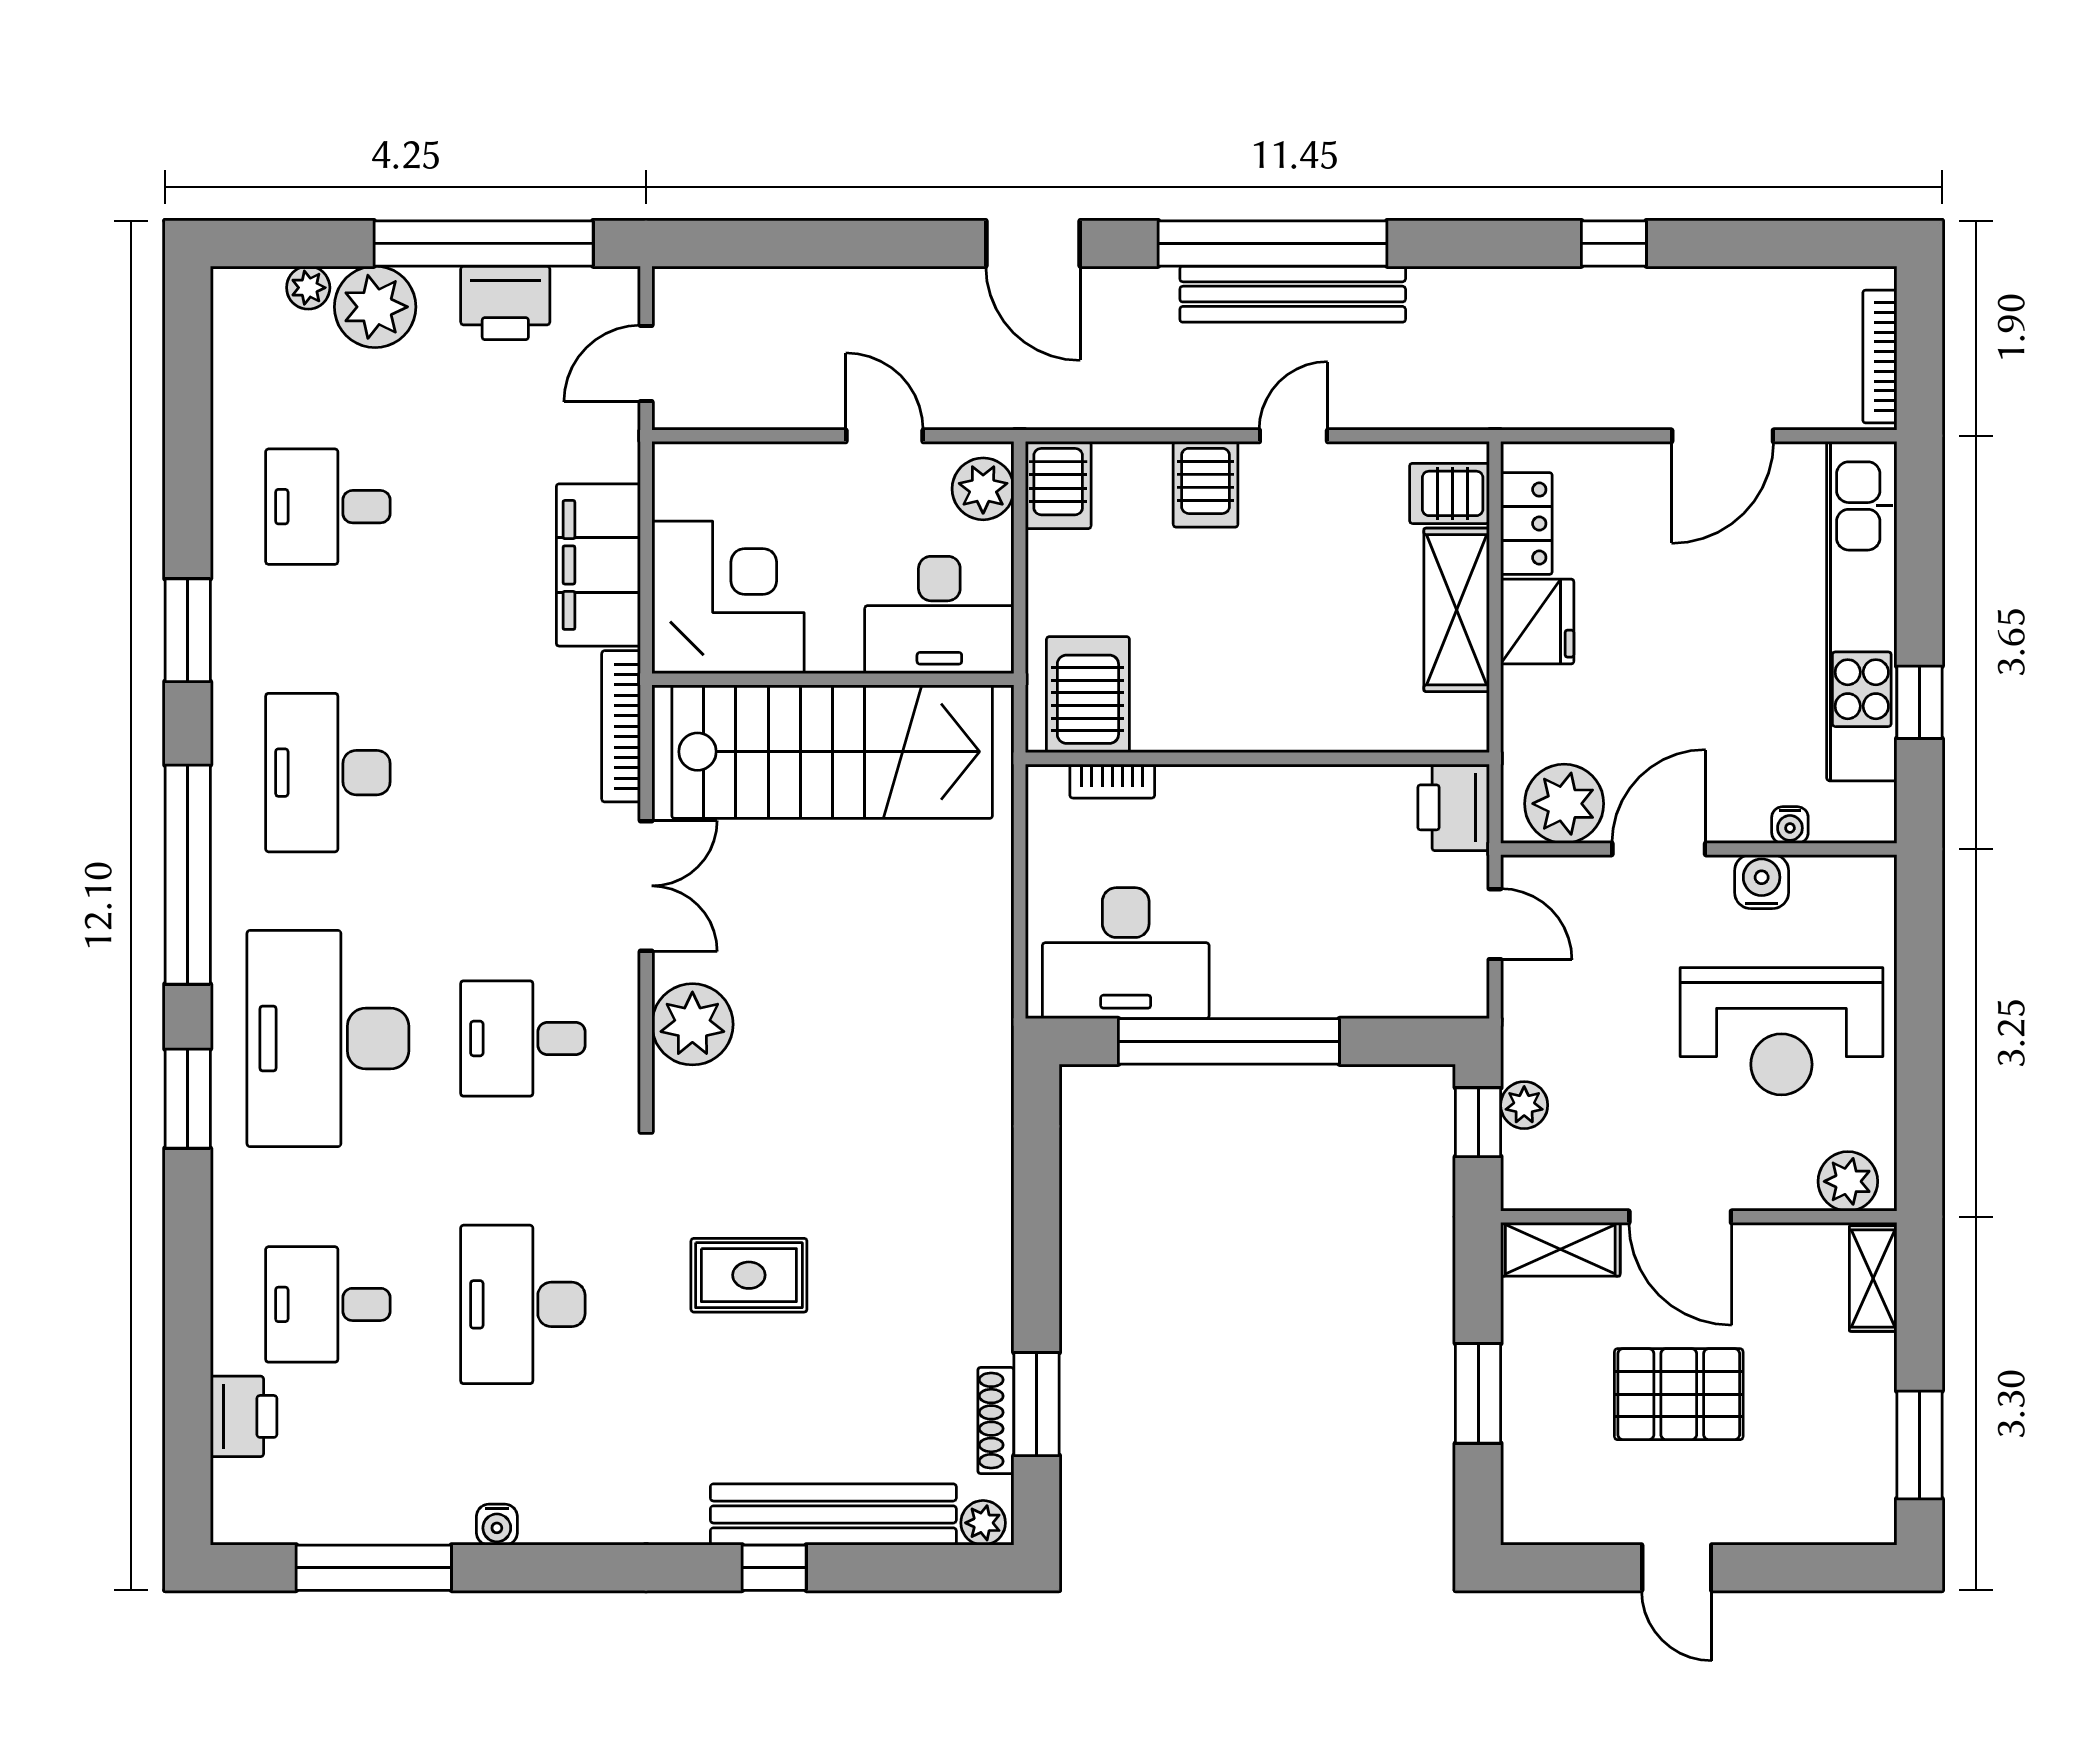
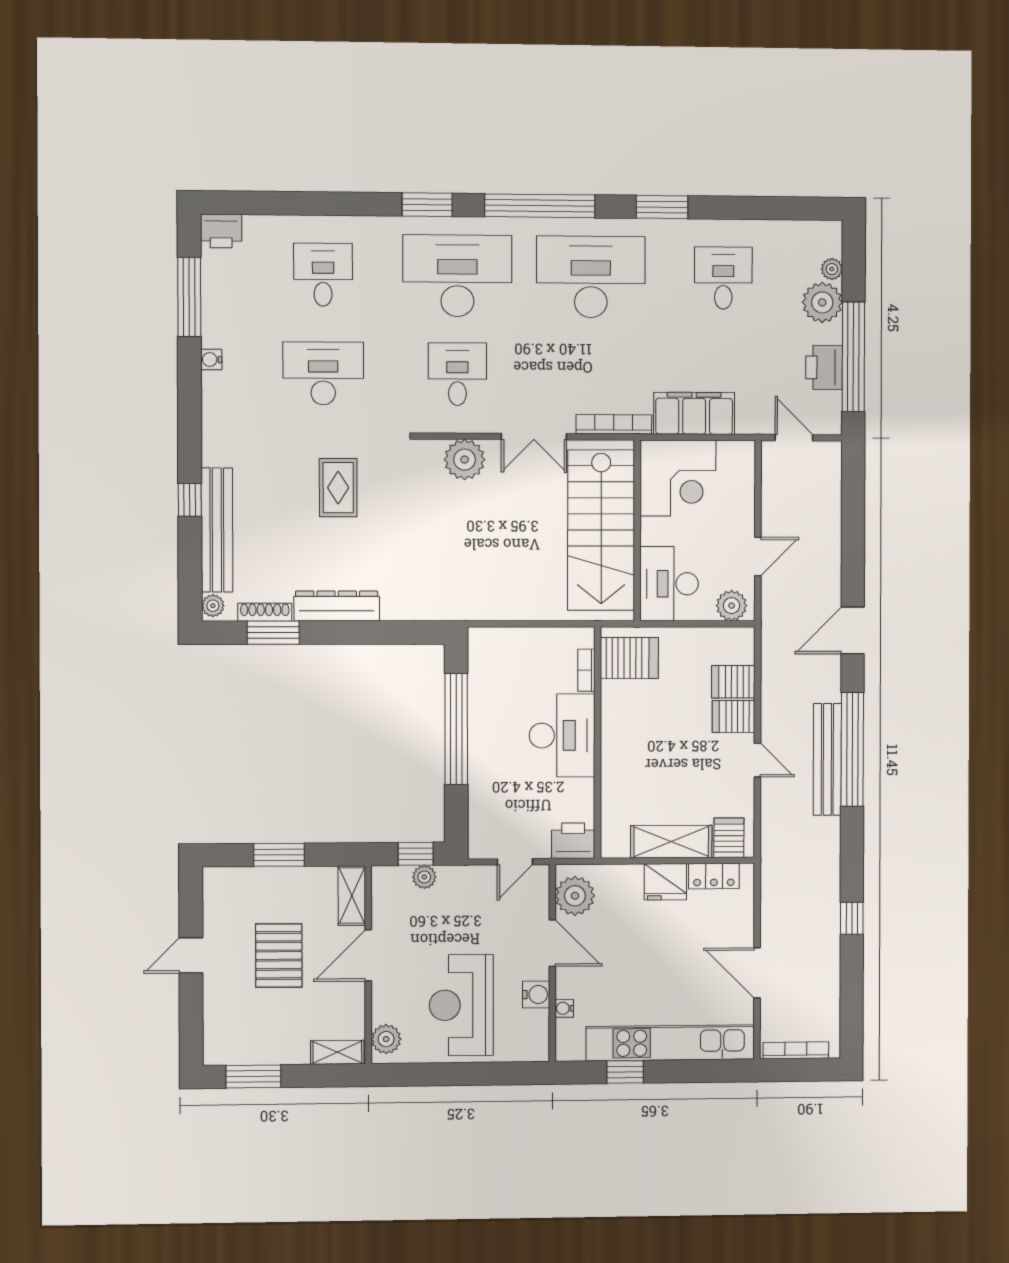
server rack: (1058, 485) -> (733, 682), moved
desk: (328, 773) -> (591, 277), width x1.36, depth x1.30
desk: (1126, 953) -> (562, 735), moved, turned 180
dresser: (984, 1278) -> (337, 606), added
printer: (244, 1416) -> (221, 231), moved

